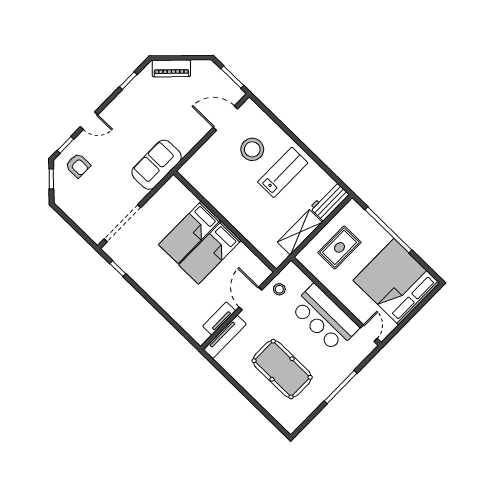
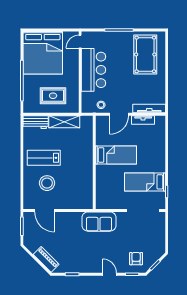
bed: (190, 232) -> (145, 182), moved, turned 180
pool table: (282, 369) -> (145, 54), moved

